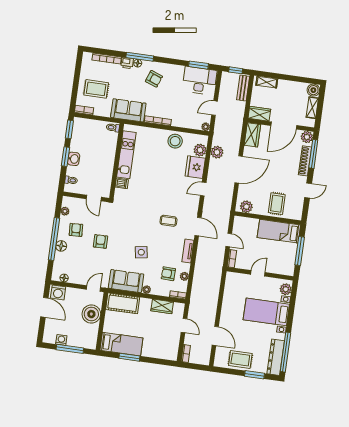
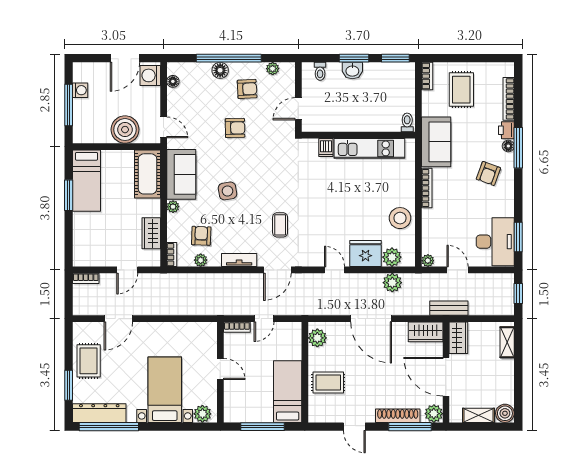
bench: (243, 88) -> (449, 308), moved

